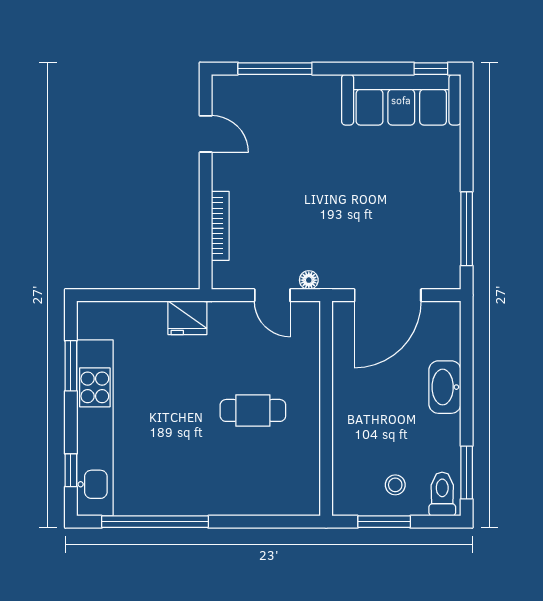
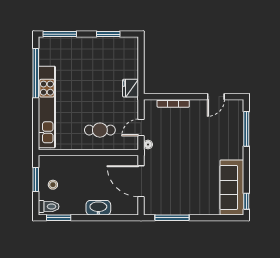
cafe table: (253, 410) -> (100, 130), moved, turned 90
kitchen unit: (95, 428) -> (47, 107), moved, turned -90
window: (71, 470) -> (60, 34), width x2.17

